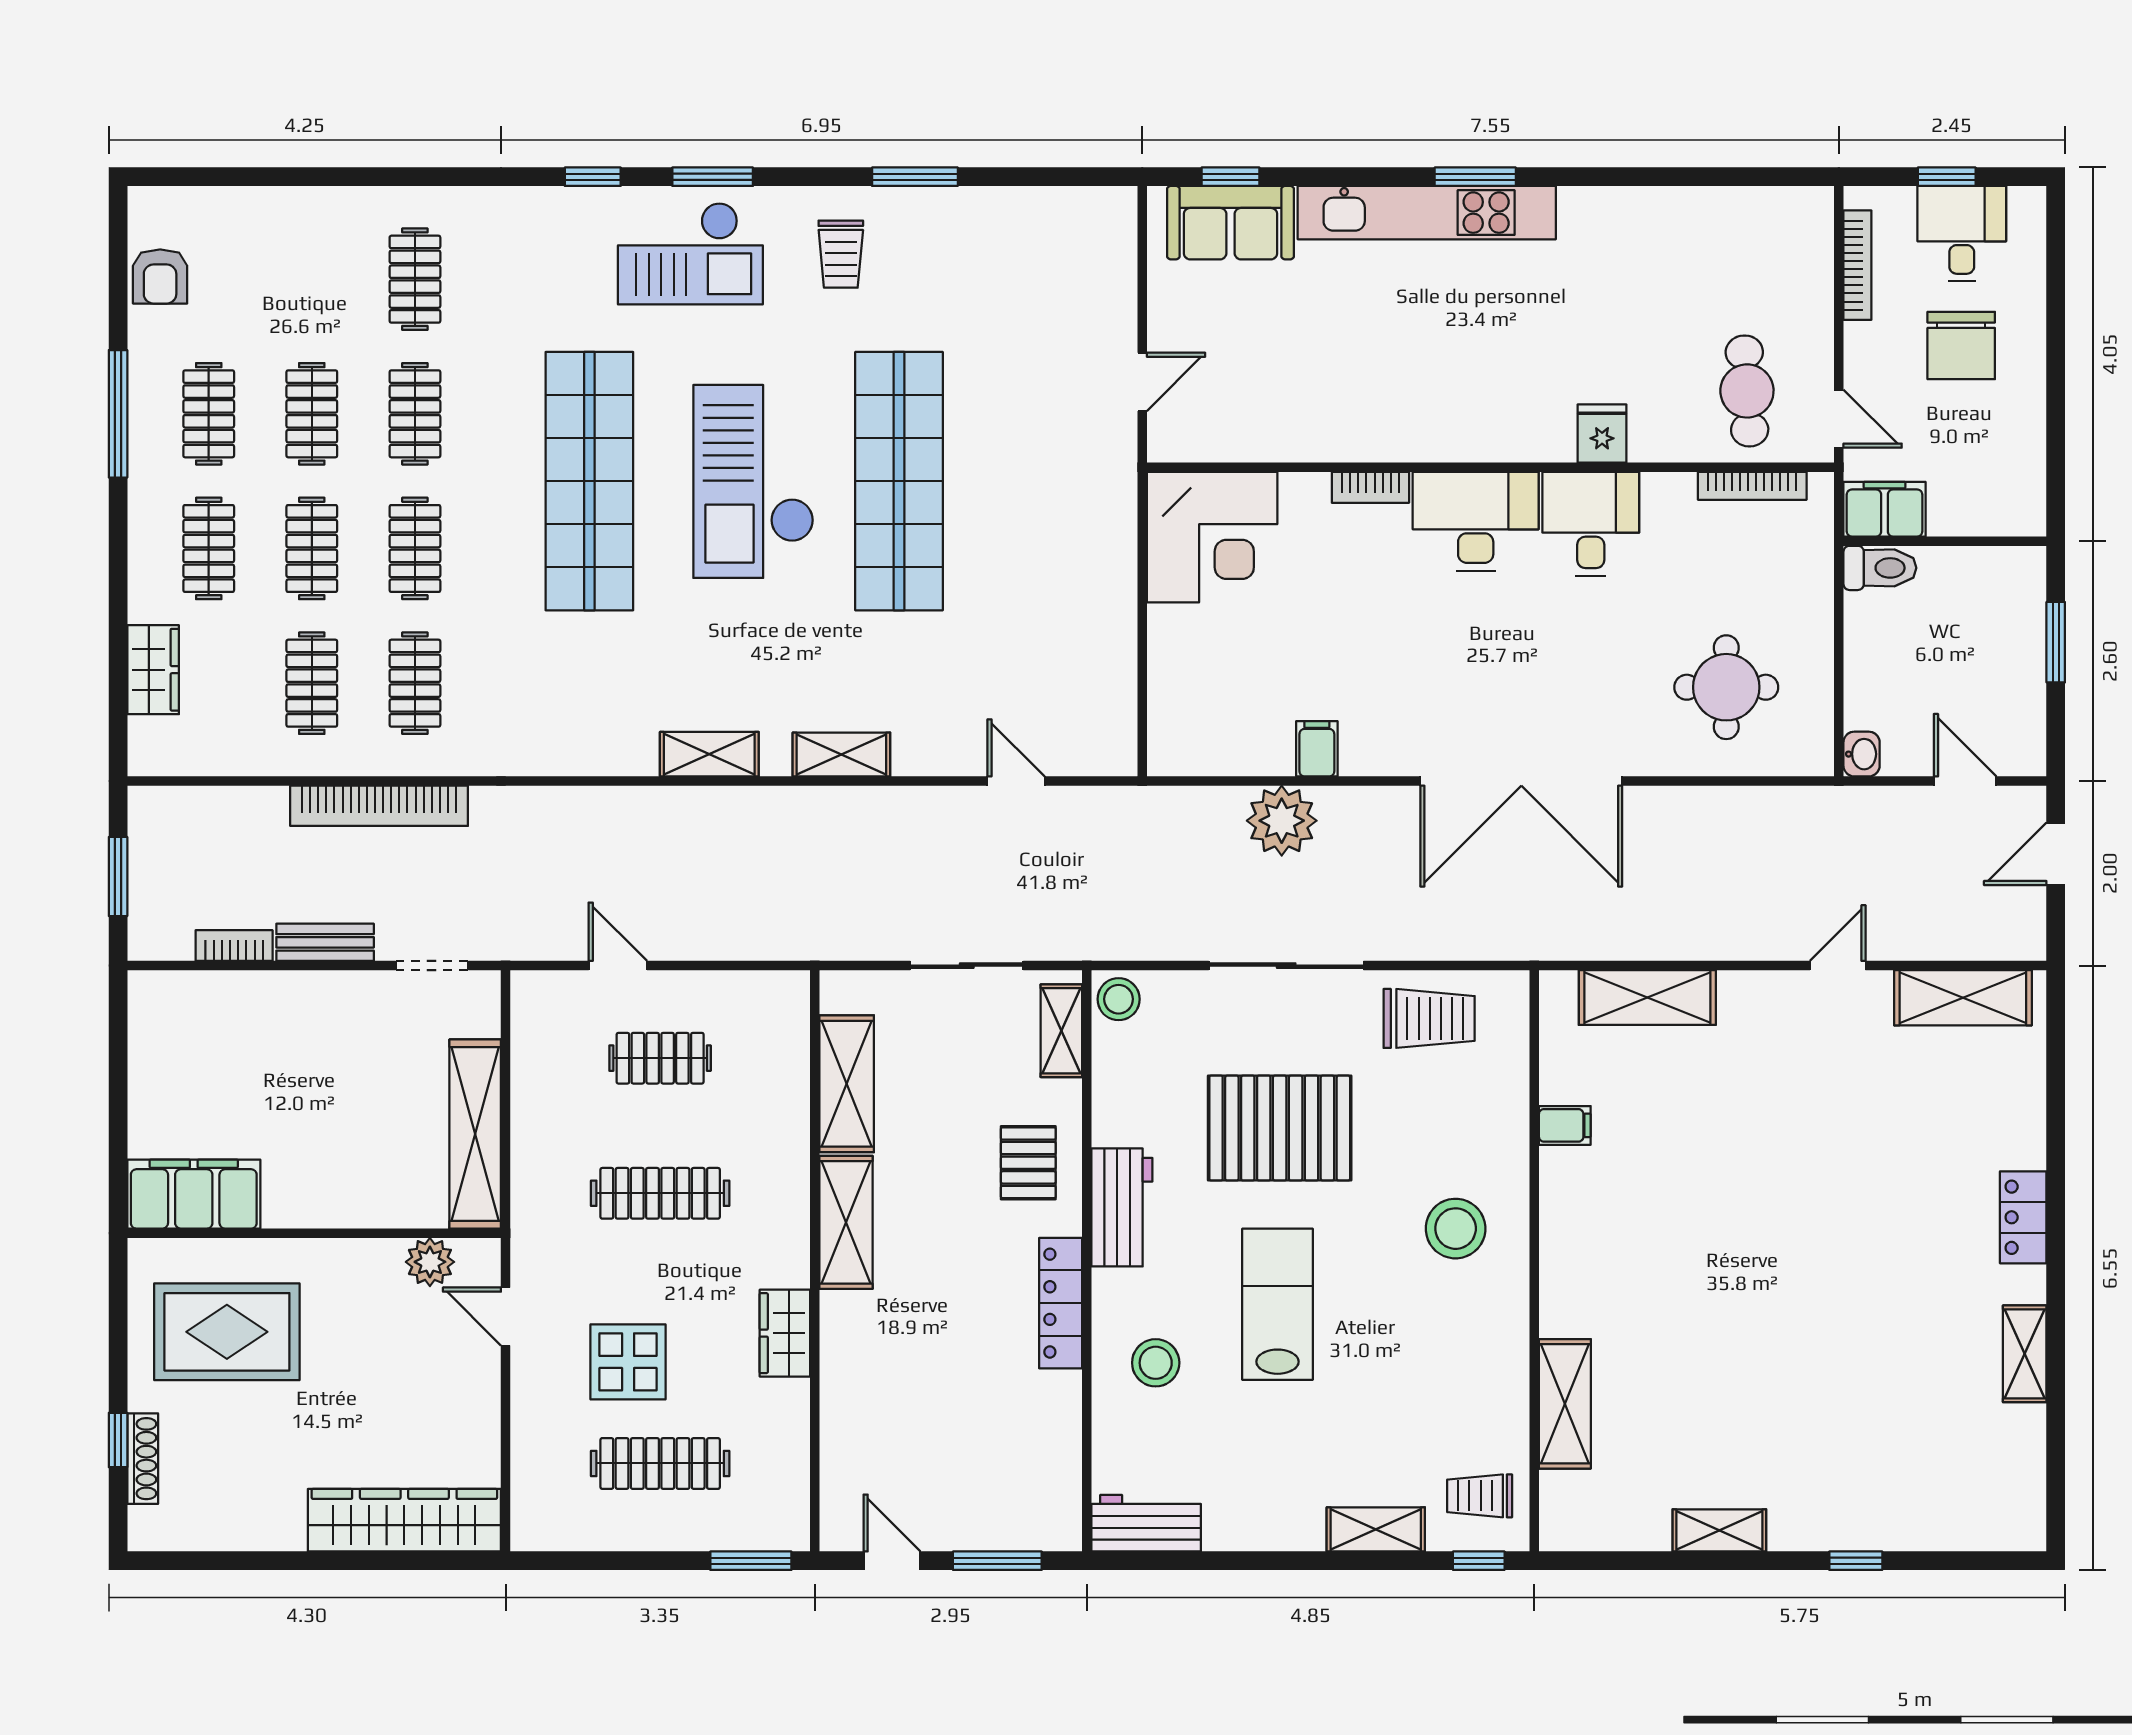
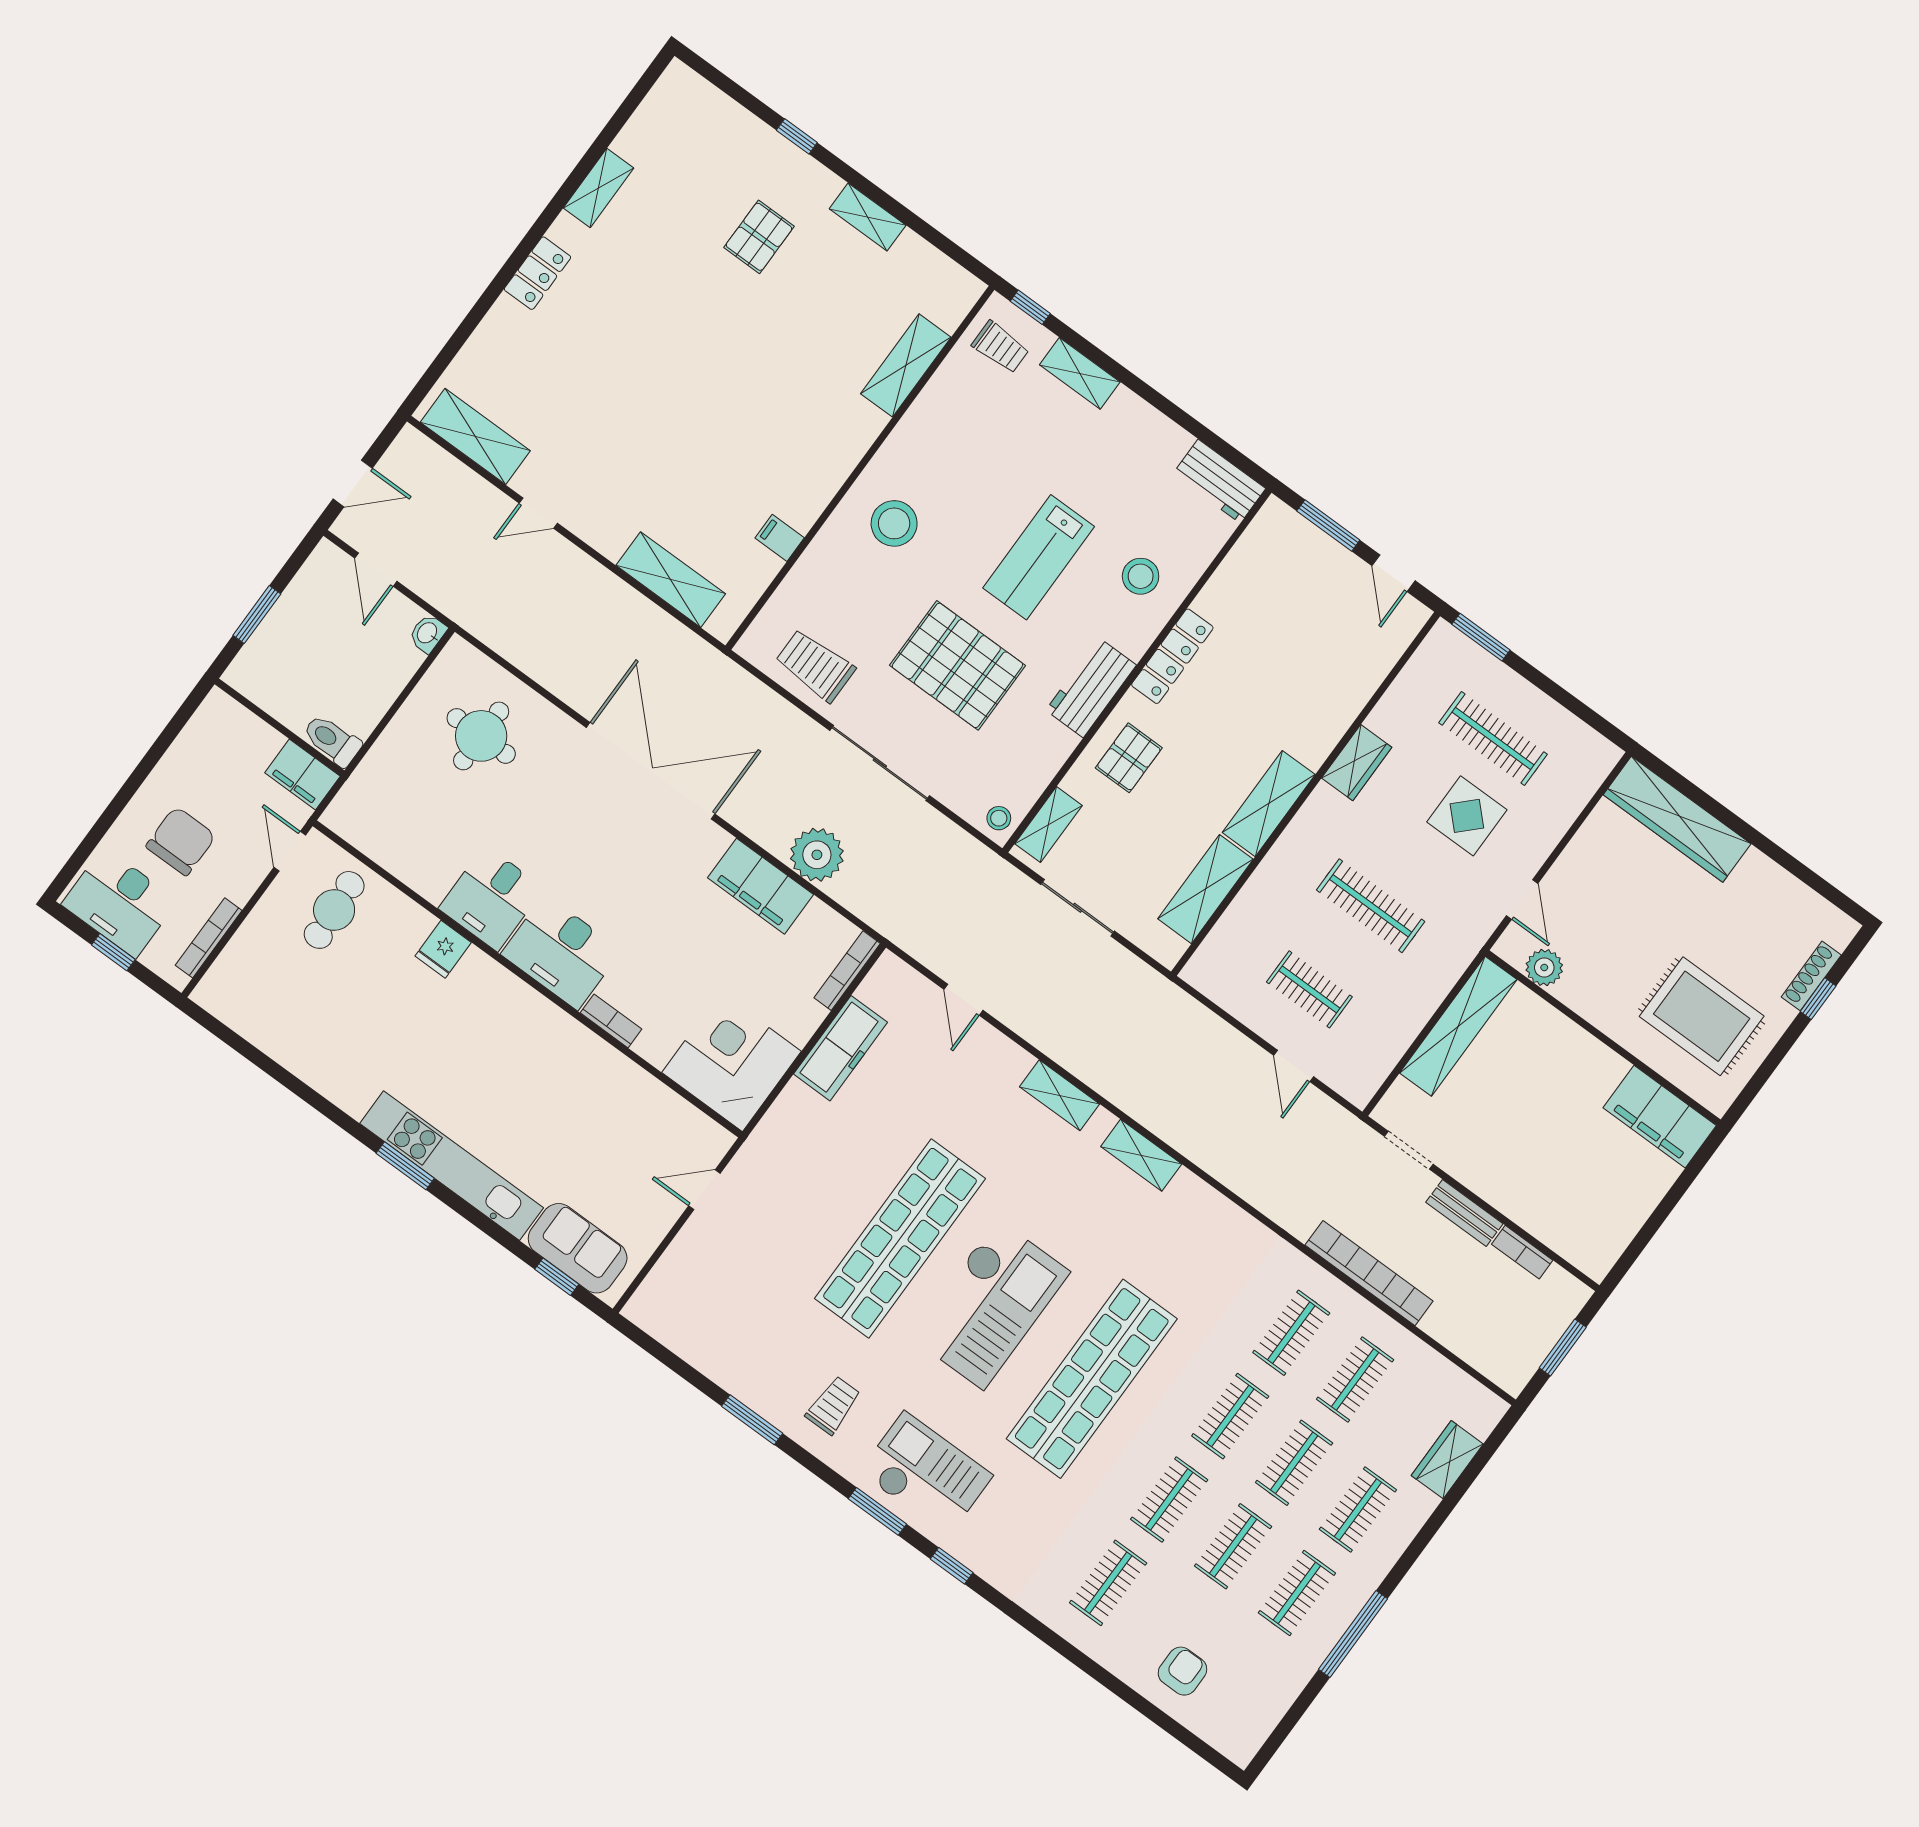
desk: (1962, 234) -> (120, 903), width x1.37
armchair: (160, 276) -> (1182, 1671), moved
bookcase: (1752, 486) -> (847, 971), moved, turned -90
freezer: (1108, 635) -> (840, 1048), added
filing cabinet: (1317, 749) -> (760, 886), width x3.00, depth x1.17
stool: (1119, 999) -> (999, 818), width x0.73, depth x0.73
pallet: (1818, 1426) -> (759, 237), added

